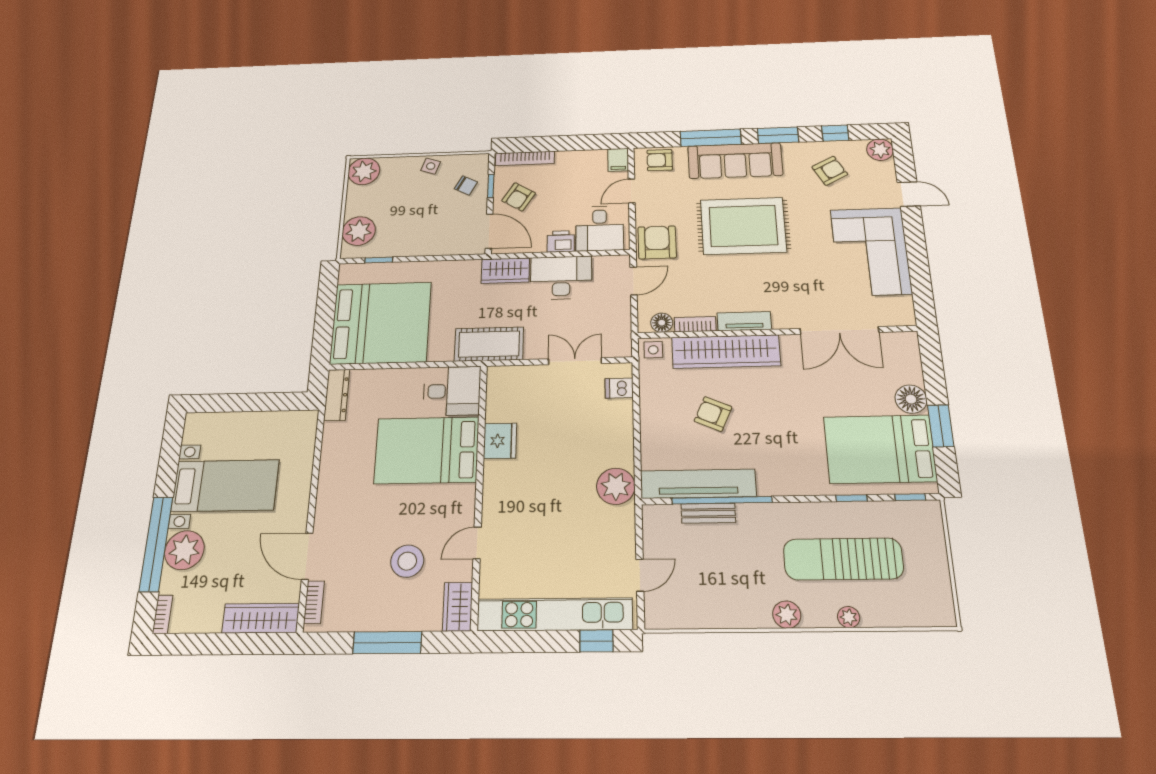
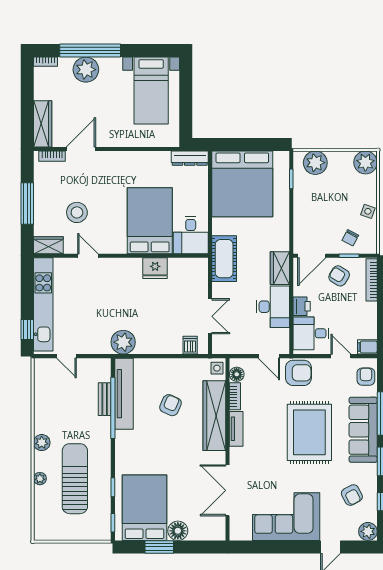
bed with nightstands: (225, 486) -> (151, 90), moved

